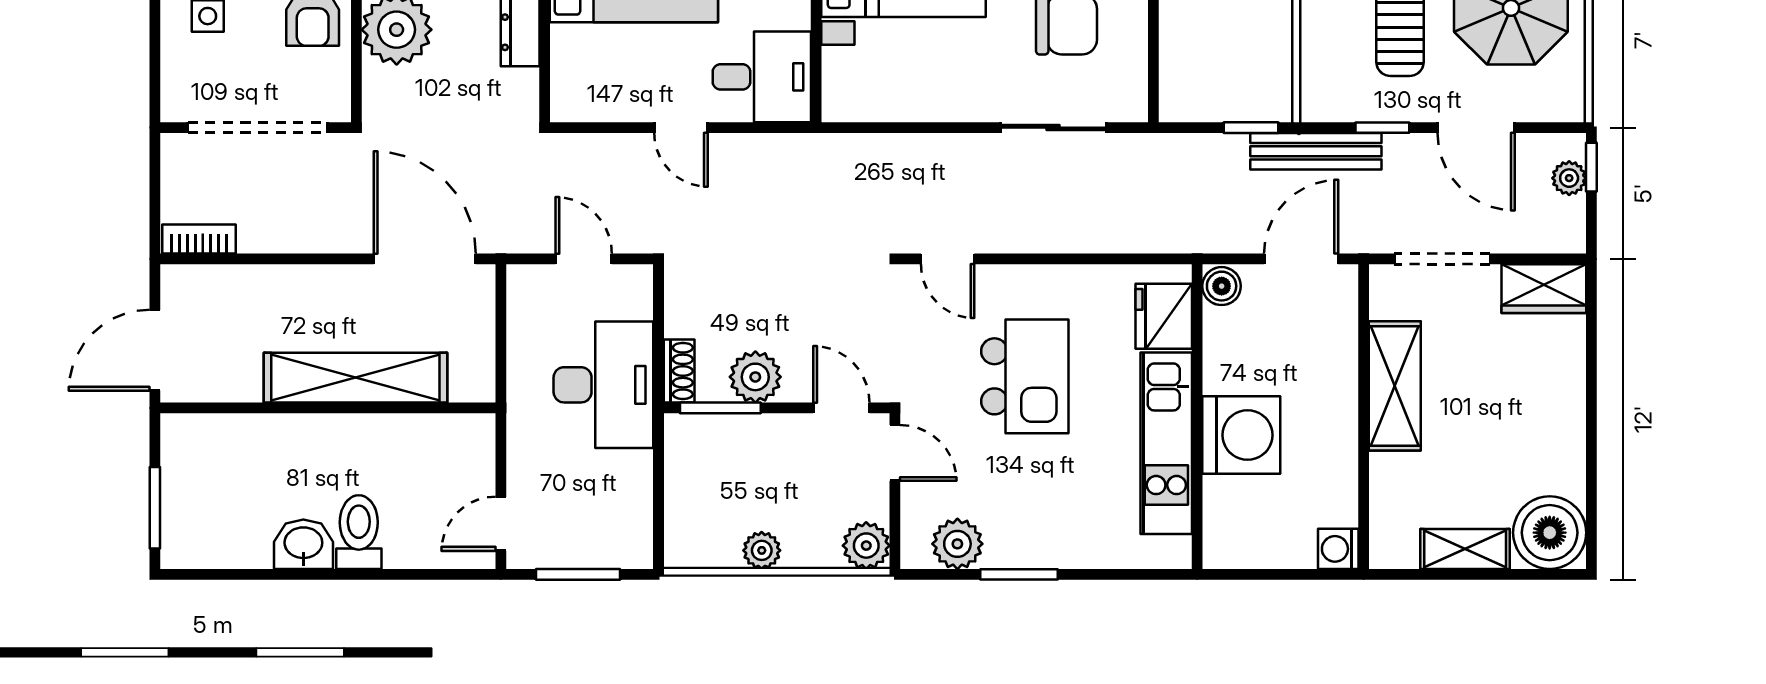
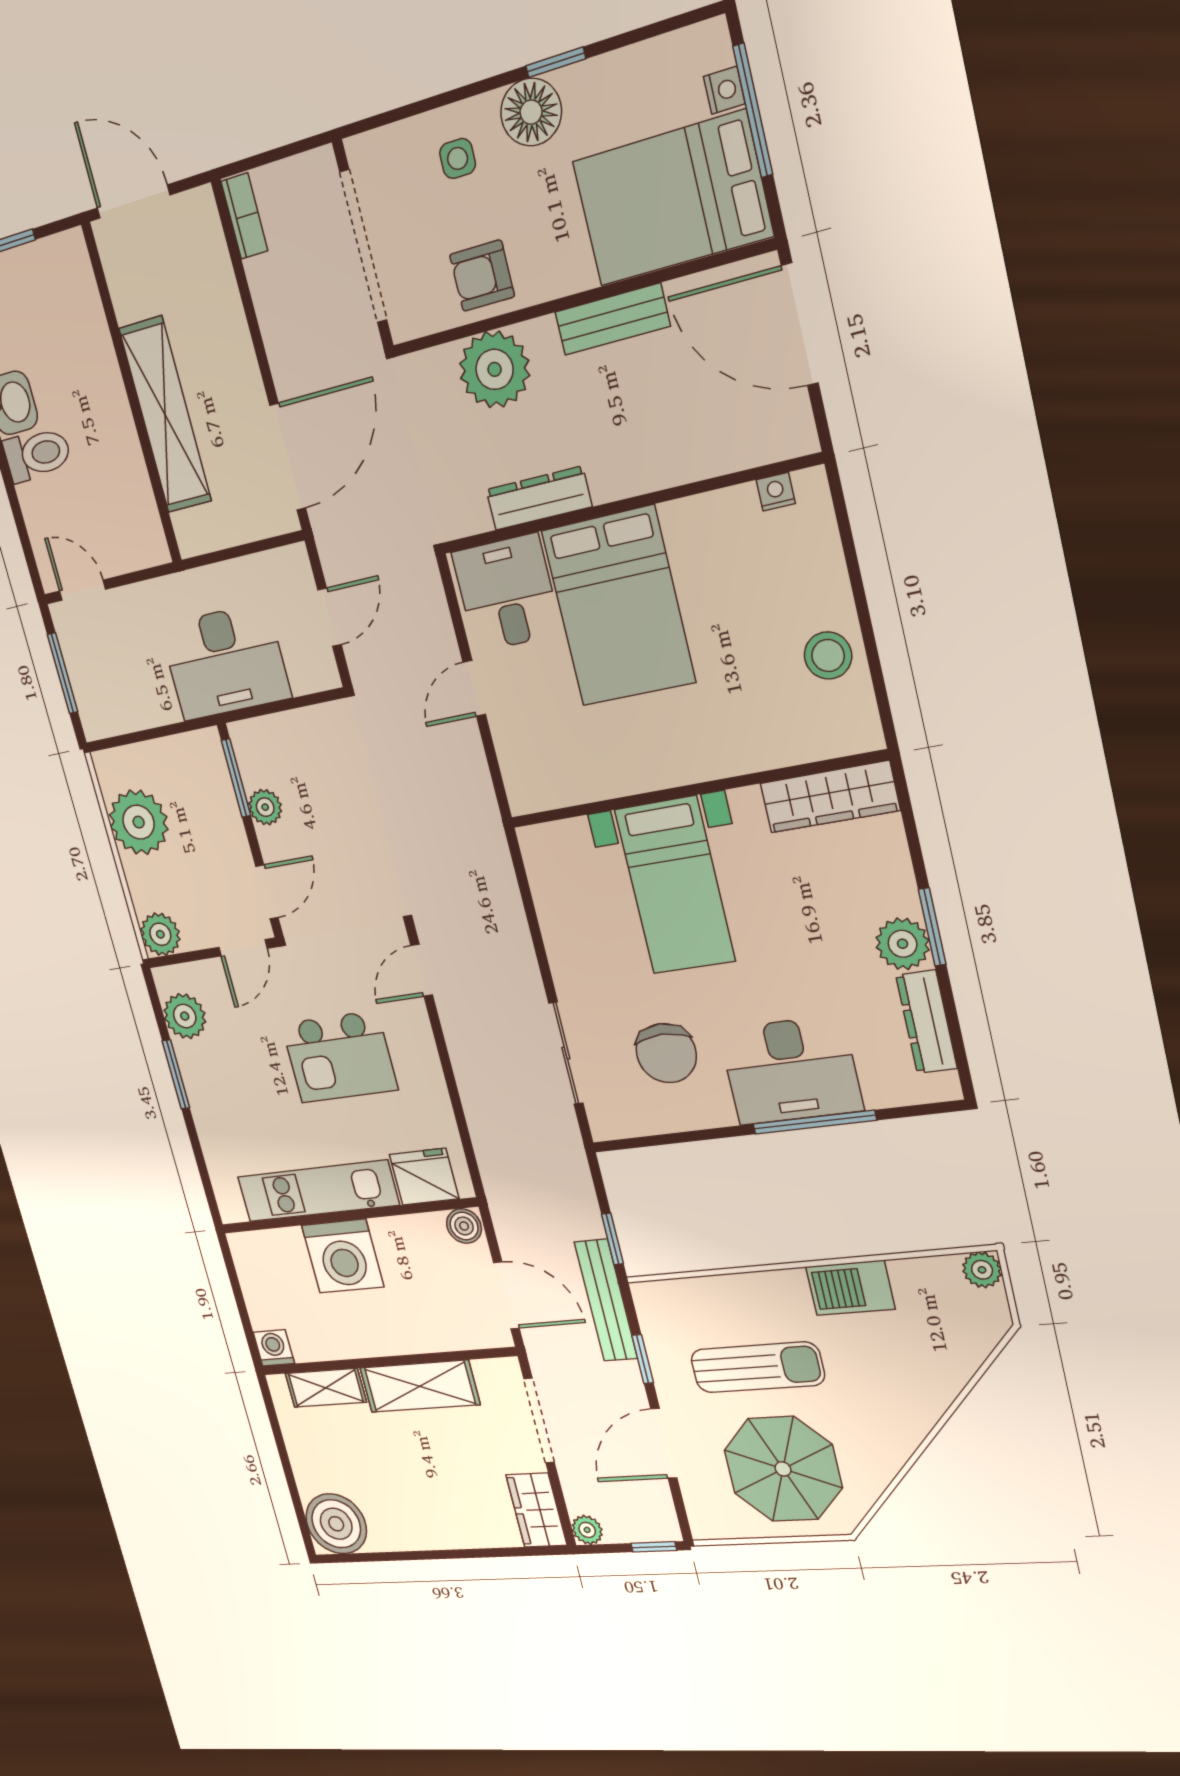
desk: (762, 77) -> (507, 593), moved, turned 180
plant: (1569, 178) -> (587, 1530), moved
shoe rack: (679, 371) -> (257, 732), removed
plant: (755, 377) -> (265, 807), width x0.73, depth x0.73
shelving: (1465, 549) -> (326, 1388), moved, turned 90
plant: (762, 550) -> (139, 822), width x1.87, depth x1.87

